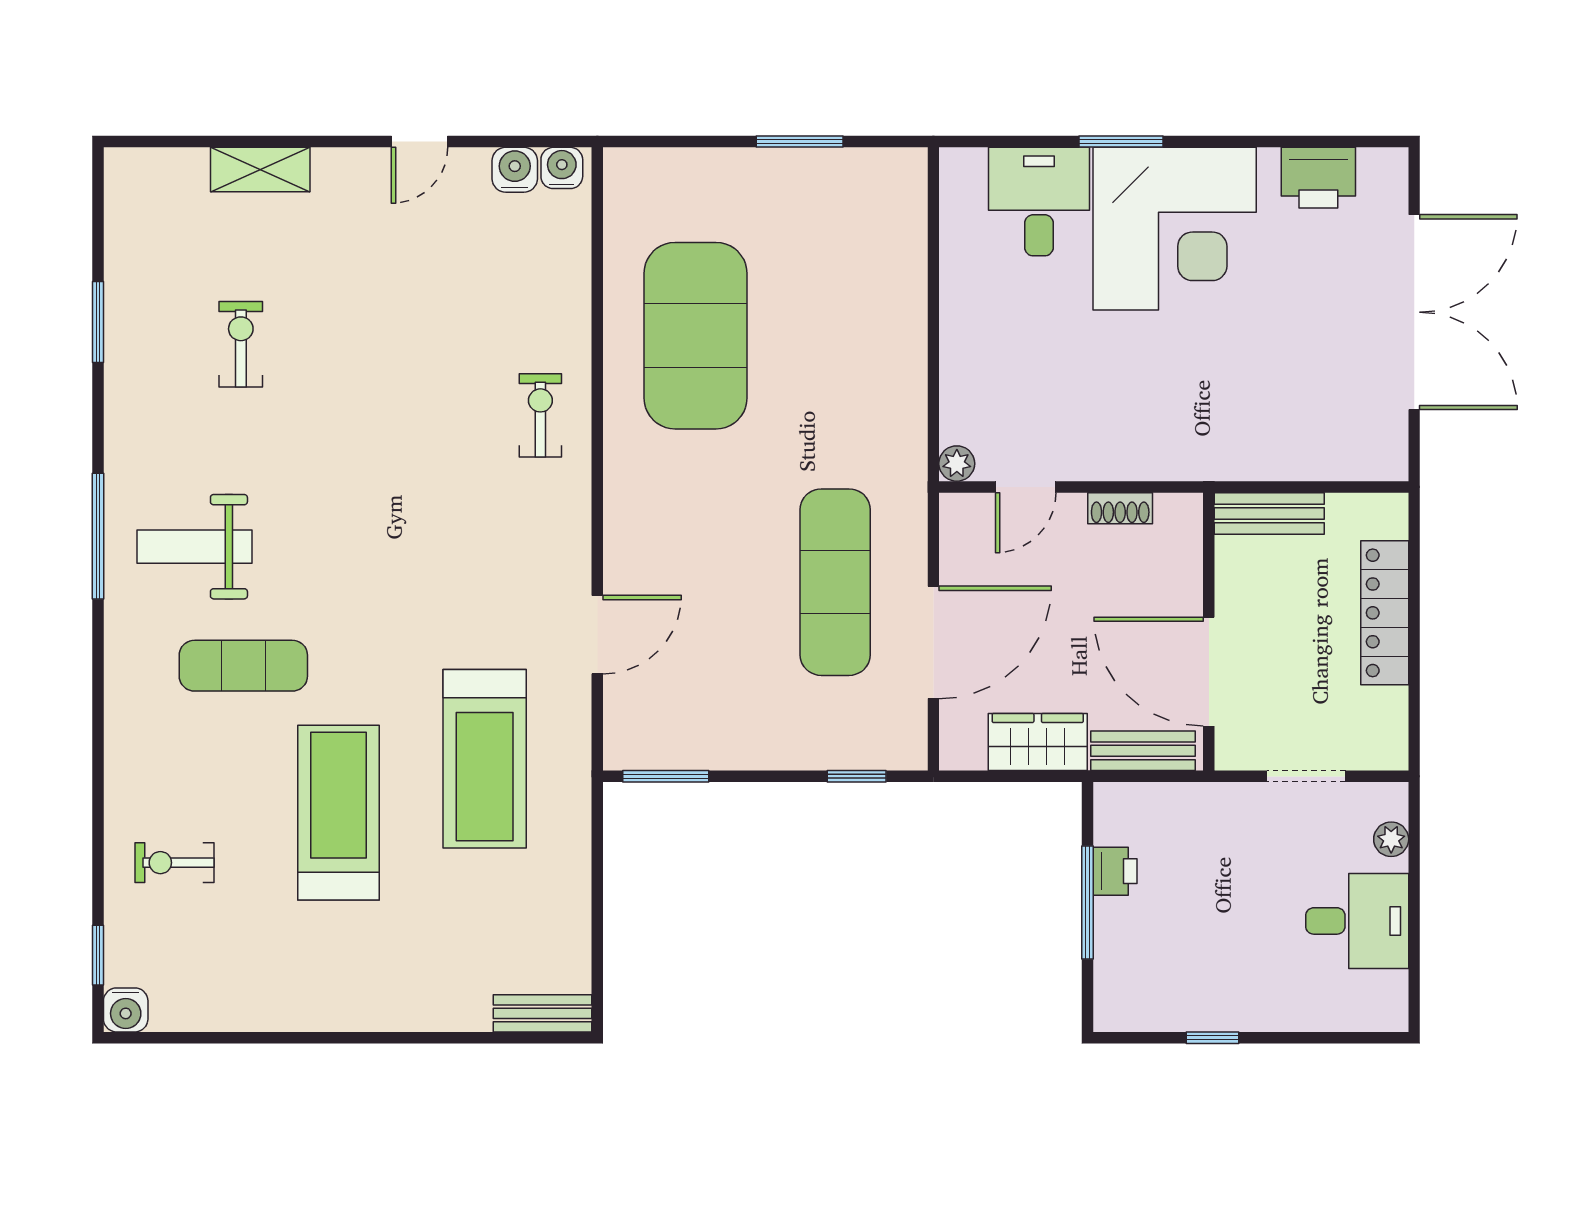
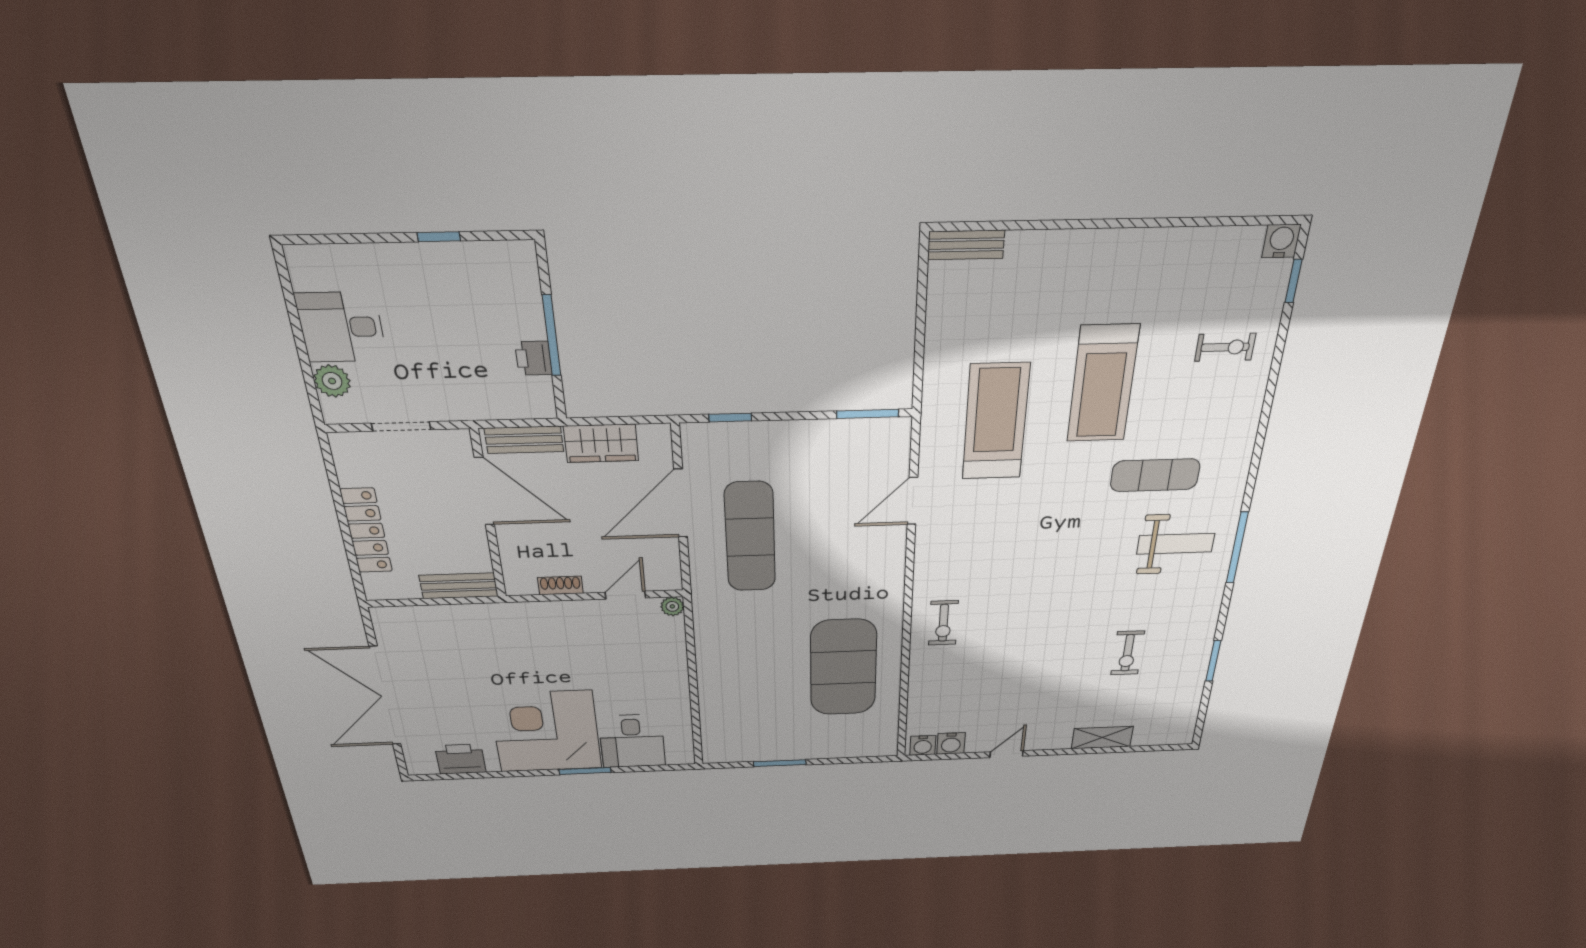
plant: (1391, 839) -> (332, 381), width x1.38, depth x1.38

